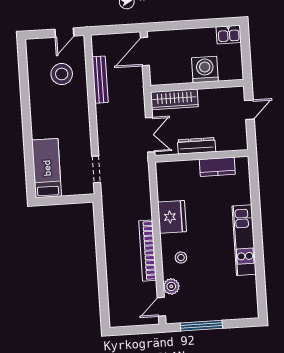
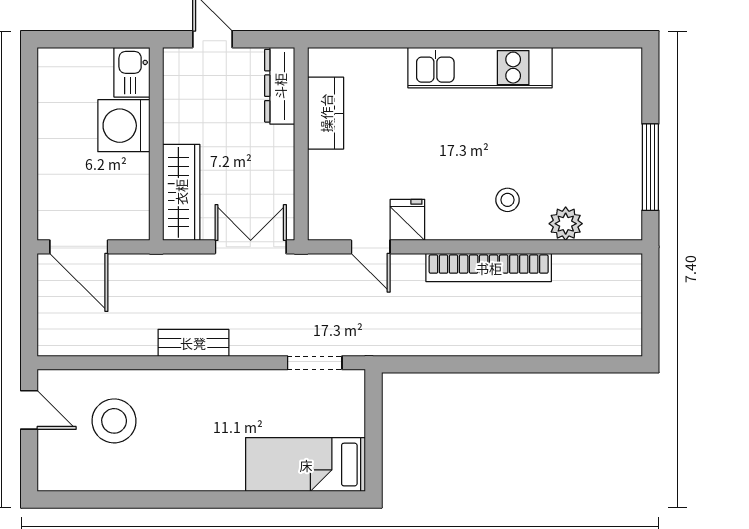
kitchen sink: (229, 35) -> (132, 72), moved, turned 180
bench: (100, 80) -> (193, 343), moved, width x0.73
dresser: (196, 146) -> (280, 86), moved
fridge: (172, 217) -> (407, 220), width x0.53, depth x0.75
door: (161, 307) -> (371, 247), moved

